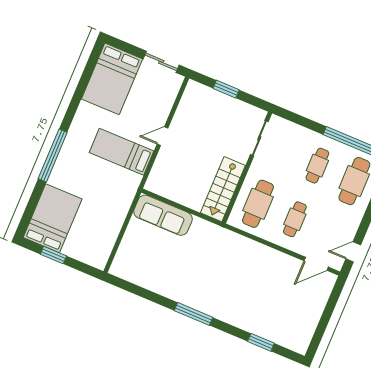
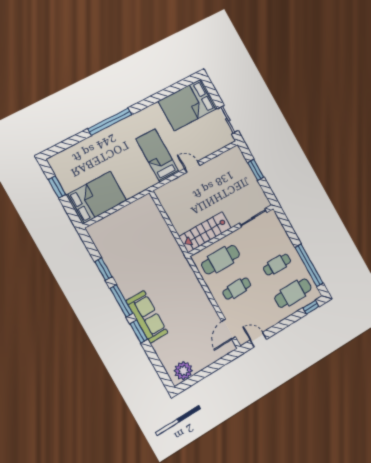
sofa: (163, 215) -> (147, 317), moved, turned 180
bed: (53, 218) -> (96, 198), moved
door: (316, 264) -> (229, 329), hinge flipped
window: (154, 297) -> (103, 269), added
plant: (302, 335) -> (183, 371), added
window: (261, 342) -> (139, 332), moved

